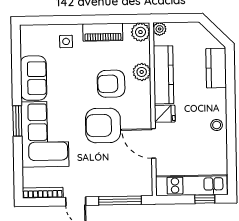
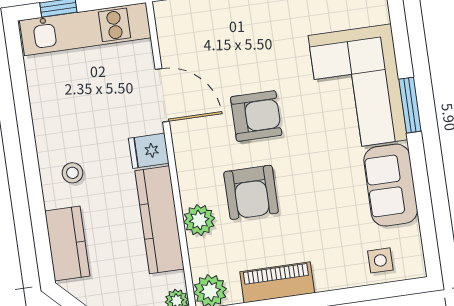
side table: (66, 41) -> (380, 260), moved
armchair: (111, 84) -> (251, 192), turned 91
stool: (217, 125) -> (72, 173), moved
armchair: (103, 126) -> (256, 116), width x0.73, depth x0.73

